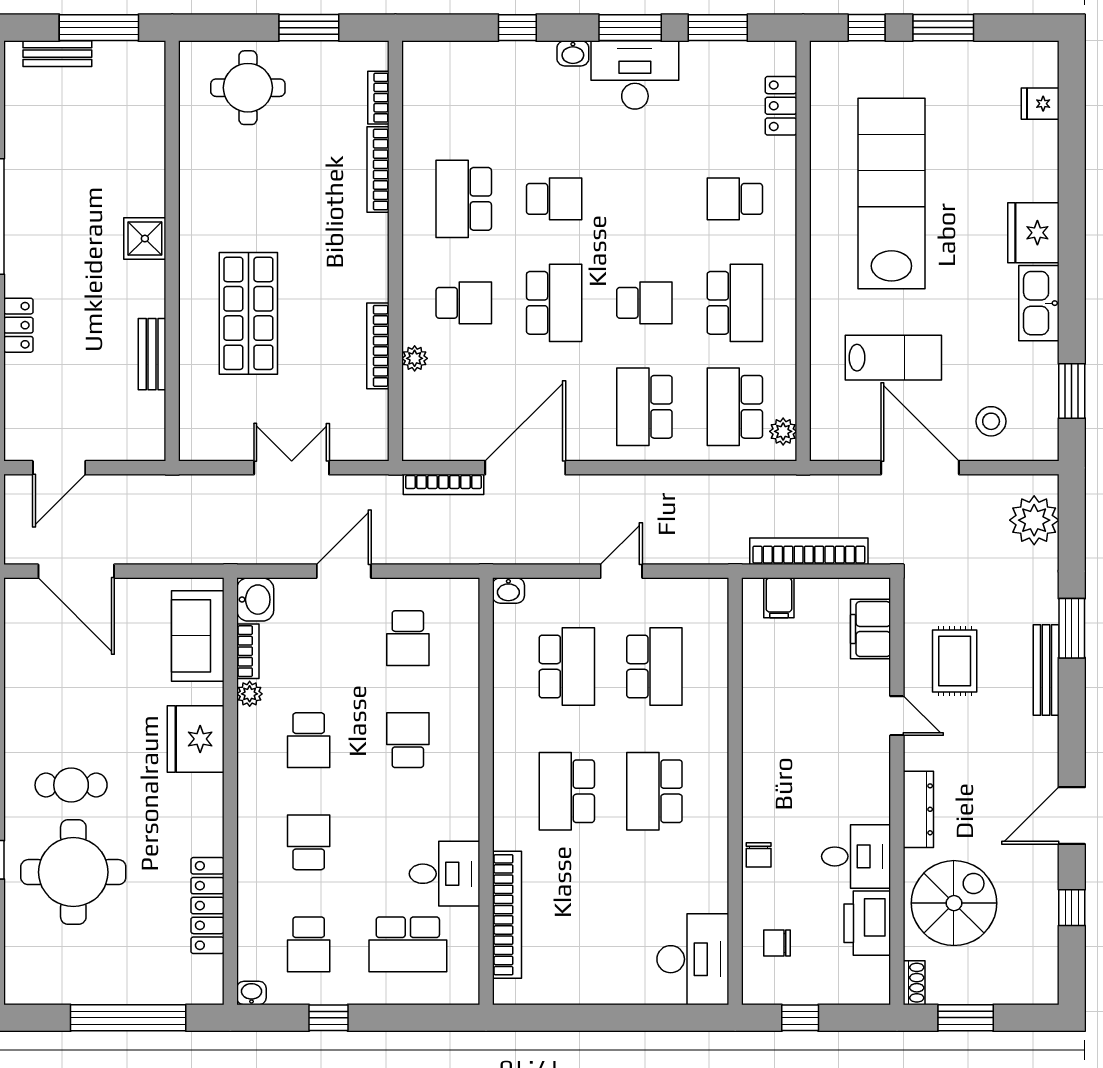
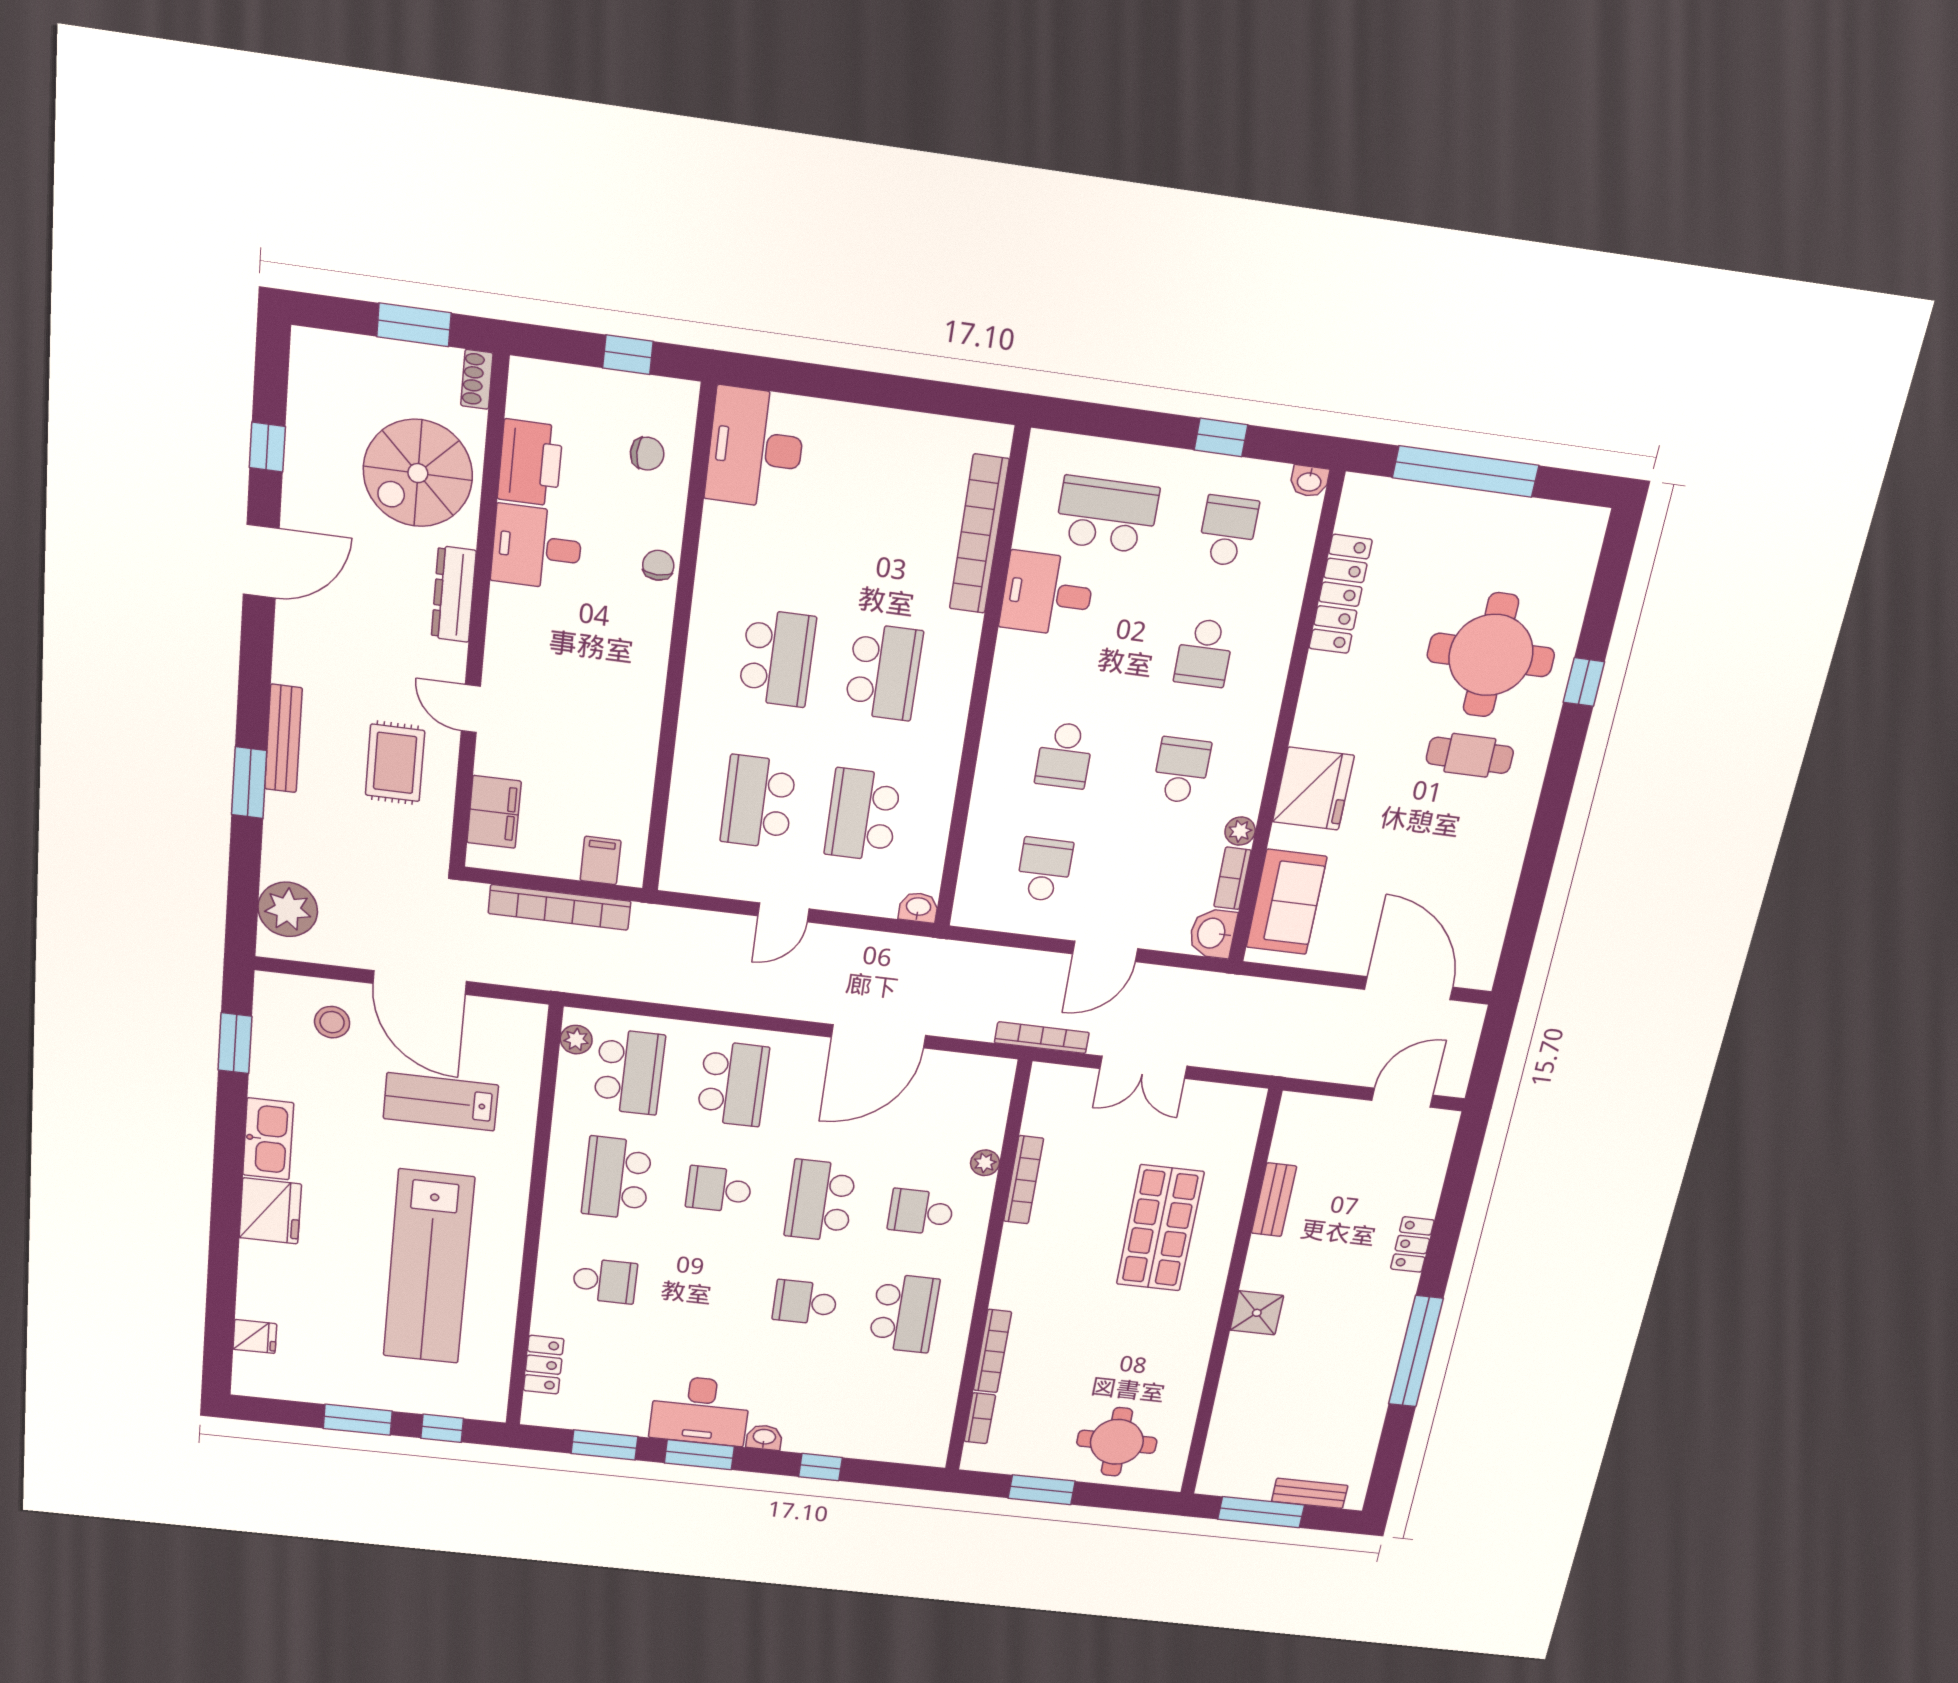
bookcase: (443, 484) -> (1042, 1038), moved

